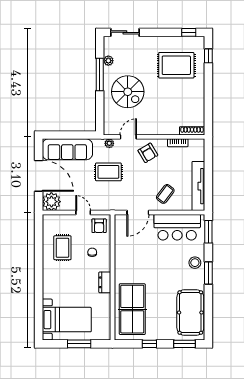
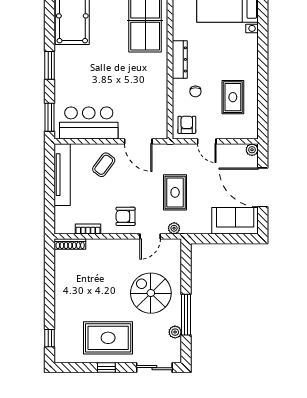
window: (189, 32) -> (106, 368), moved
rug: (176, 65) -> (108, 338), moved
sofa: (67, 149) -> (235, 221), width x0.73
armchair: (148, 153) -> (126, 216), turned -59
rug: (108, 172) -> (175, 192), turned 90
plant: (51, 202) -> (252, 150), width x0.53, depth x0.53
door: (138, 213) -> (138, 141), swing flipped
stool: (195, 263) -> (67, 78), removed
dresser: (105, 282) -> (180, 59), width x1.44

